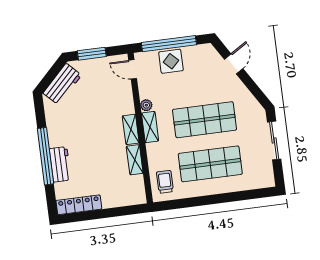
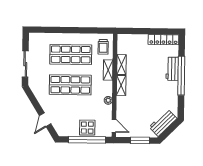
shelving: (150, 127) -> (108, 70), moved

